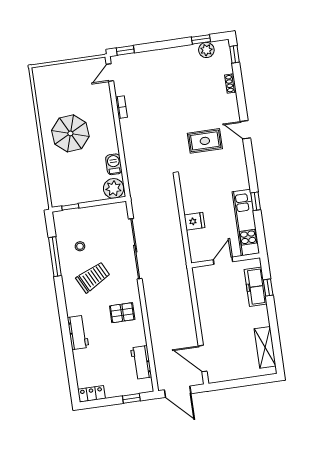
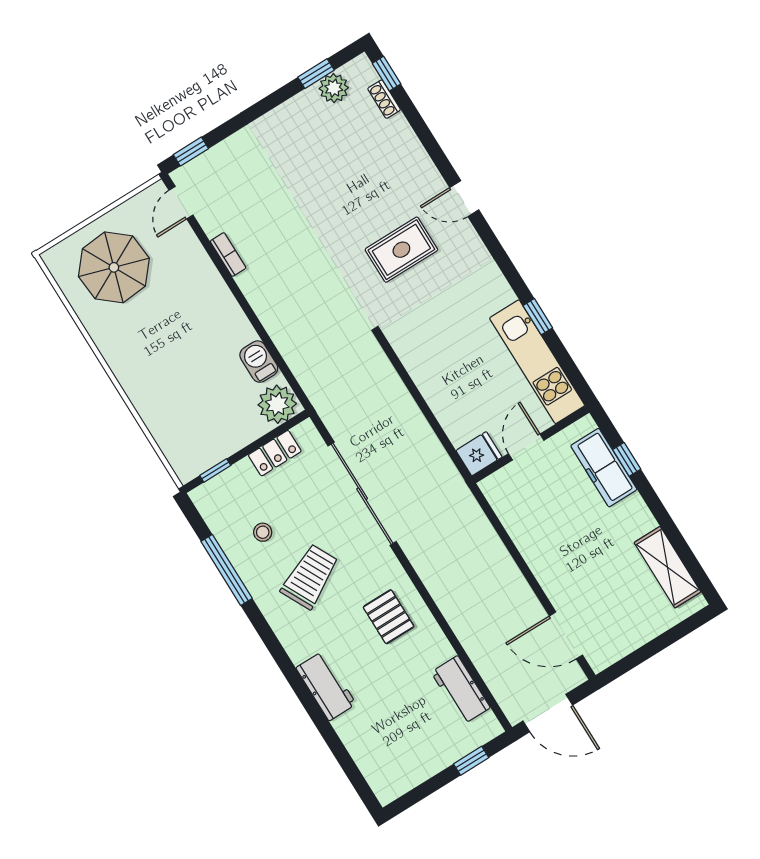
shoe rack: (231, 83) -> (384, 99), moved
parasol: (70, 133) -> (114, 267), moved
fridge: (194, 221) -> (479, 454), moved
pallet: (122, 313) -> (389, 617), turned 90
locker: (91, 394) -> (275, 453), moved, turned 180

